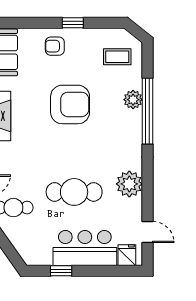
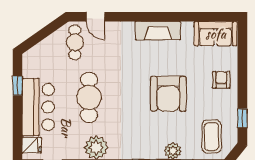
window: (73, 23) -> (242, 118), moved
coffee table: (117, 57) -> (212, 136), width x1.36, depth x1.30

